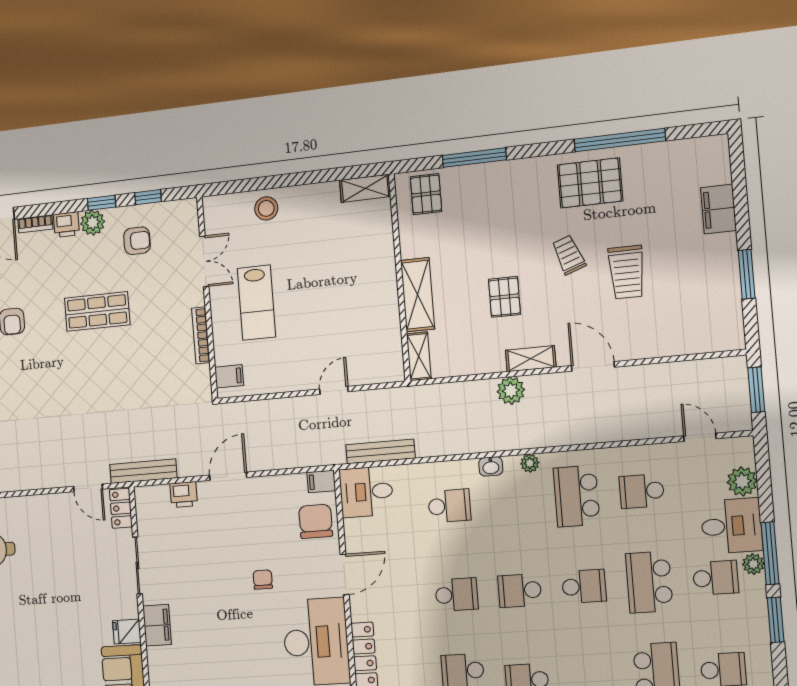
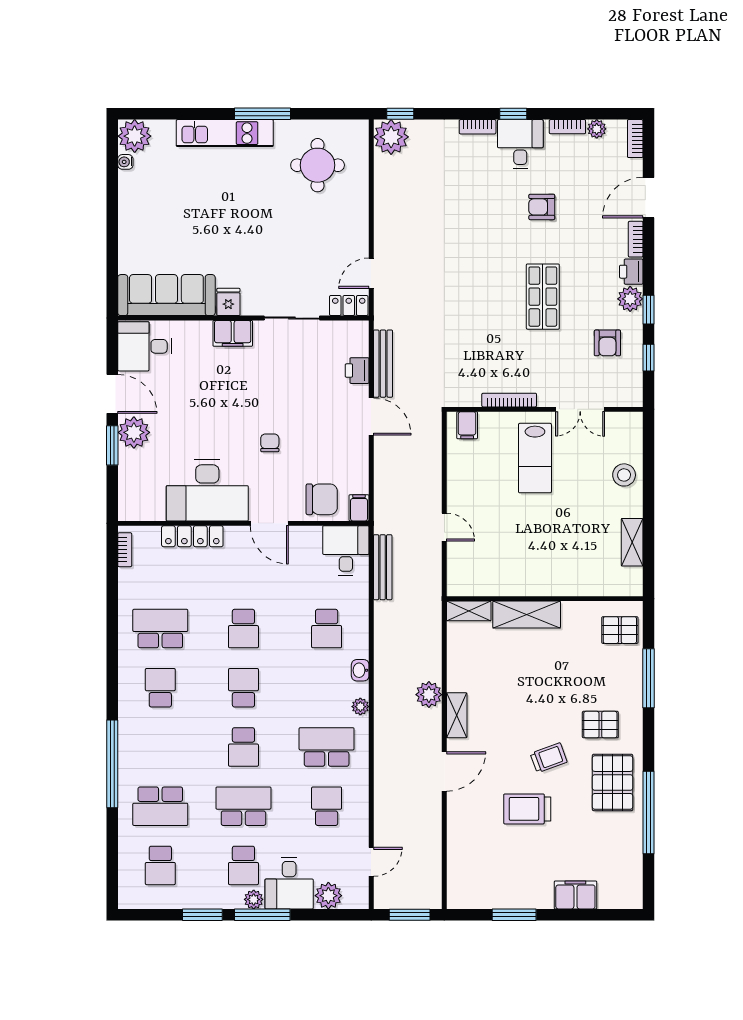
shelving: (365, 188) -> (632, 542), moved
pallet: (505, 297) -> (600, 725), moved
lab bench: (256, 303) -> (535, 458), turned -90
bench: (143, 471) -> (383, 364), moved
chair: (263, 580) -> (270, 443), turned -90

